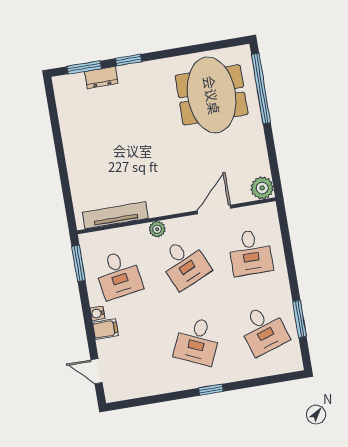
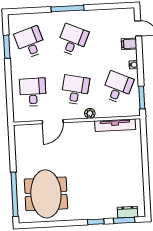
dresser: (101, 77) -> (128, 212), moved
plant: (262, 188) -> (21, 132), removed
desk: (184, 264) -> (75, 90), turned 36
desk: (118, 275) -> (118, 88), turned 33
filing cabinet: (105, 329) -> (129, 44), moved
window: (211, 390) -> (68, 9), width x2.17

